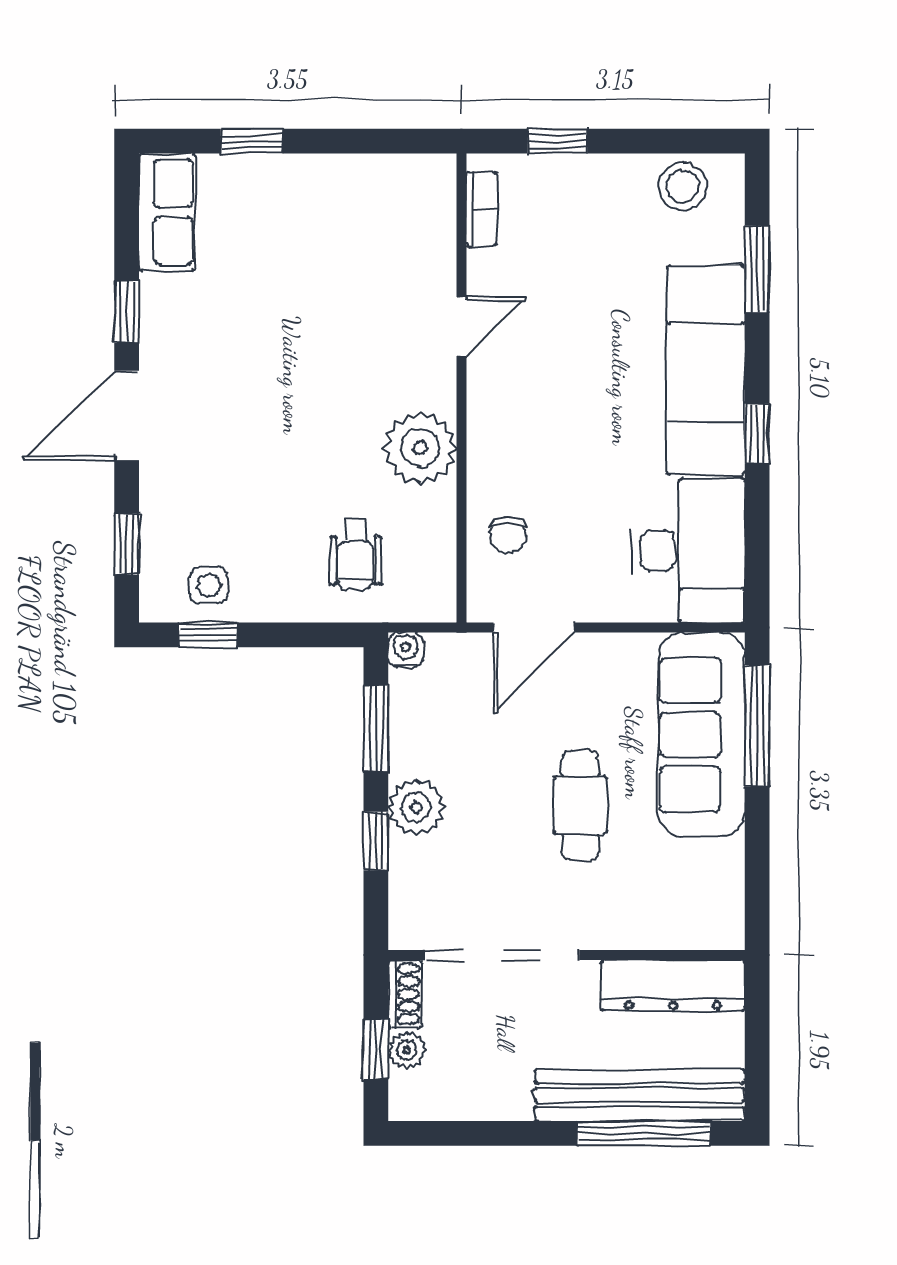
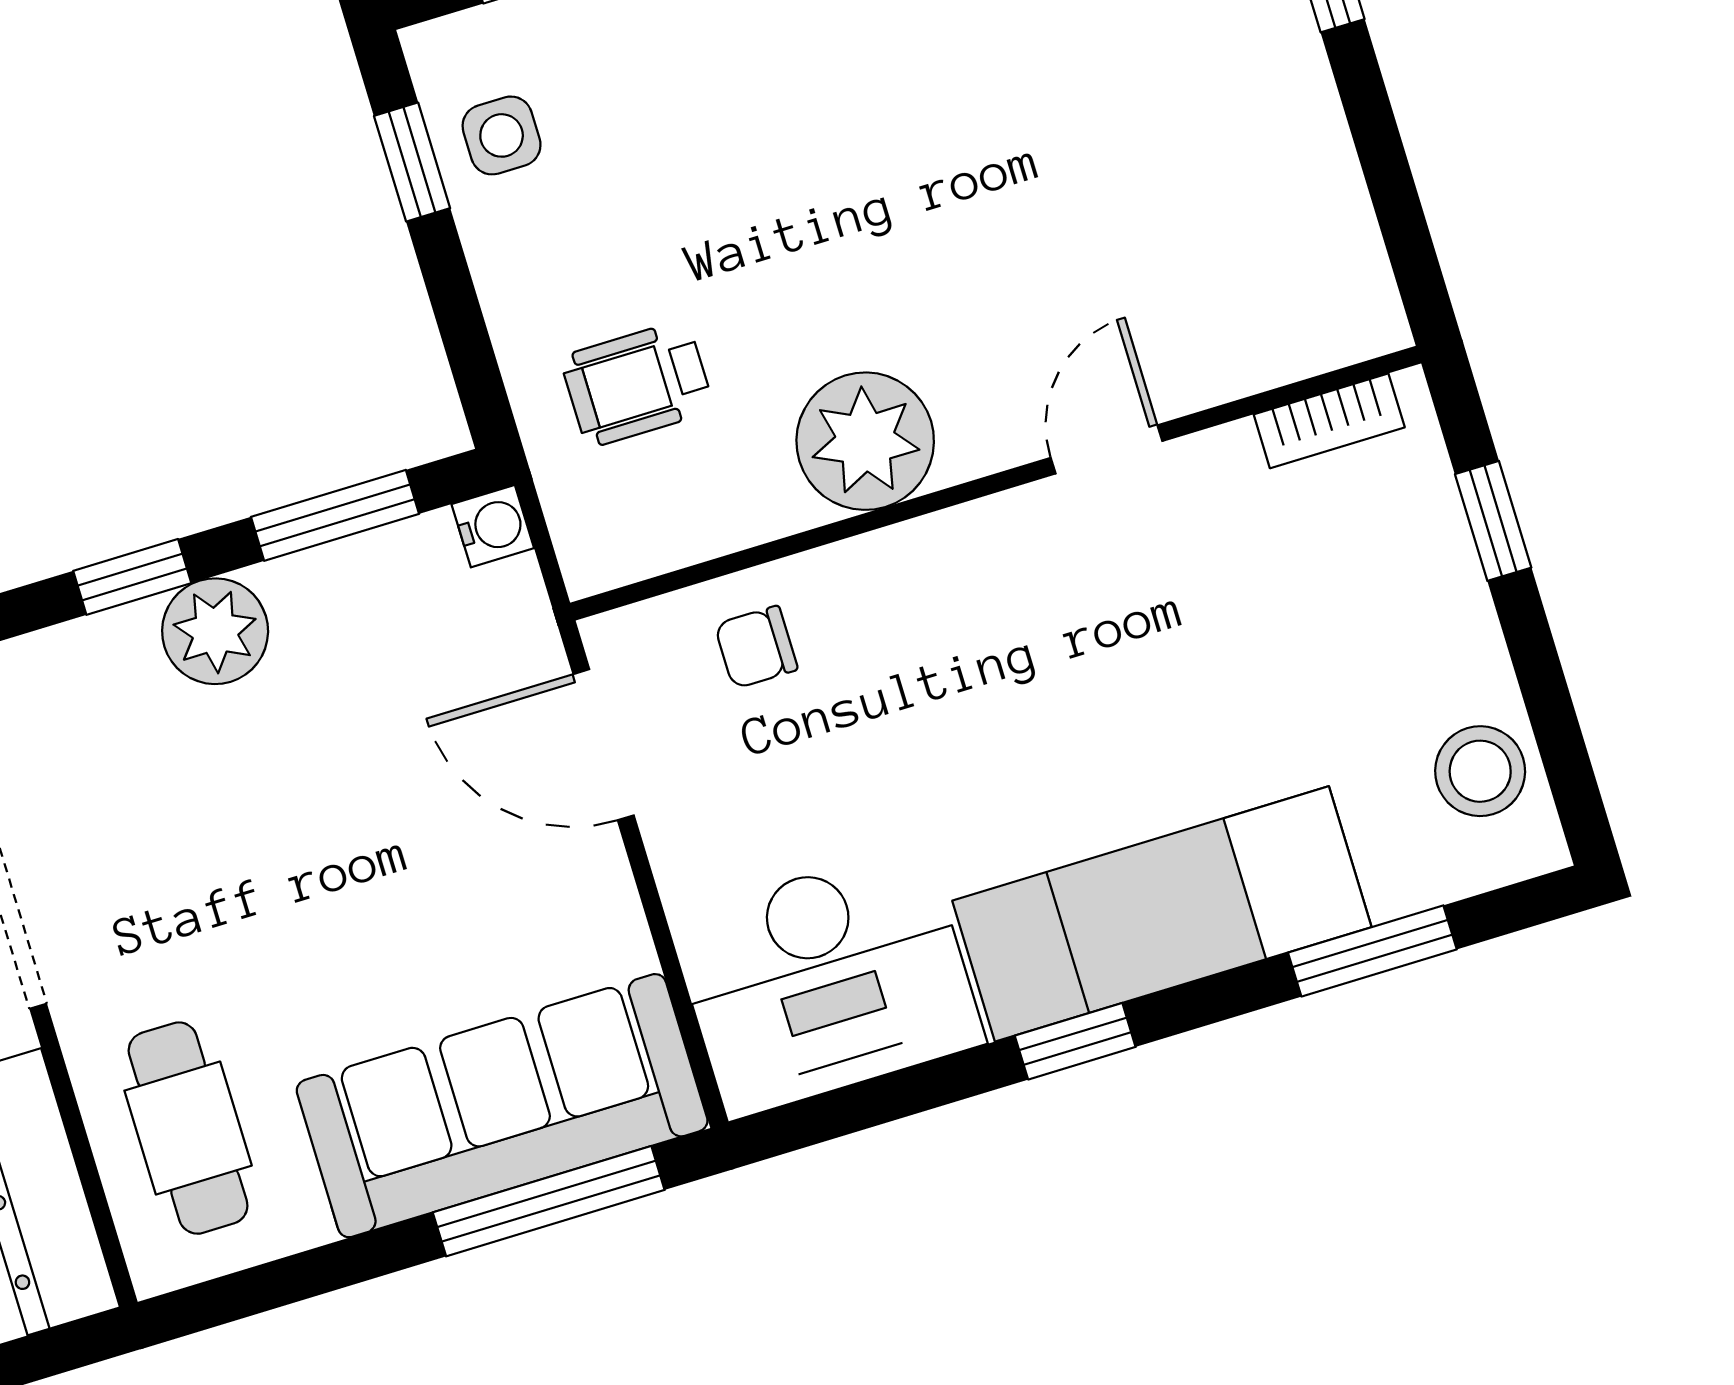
door: (461, 327) -> (1107, 449), swing flipped
cafe table: (580, 805) -> (188, 1128), moved, turned 90

